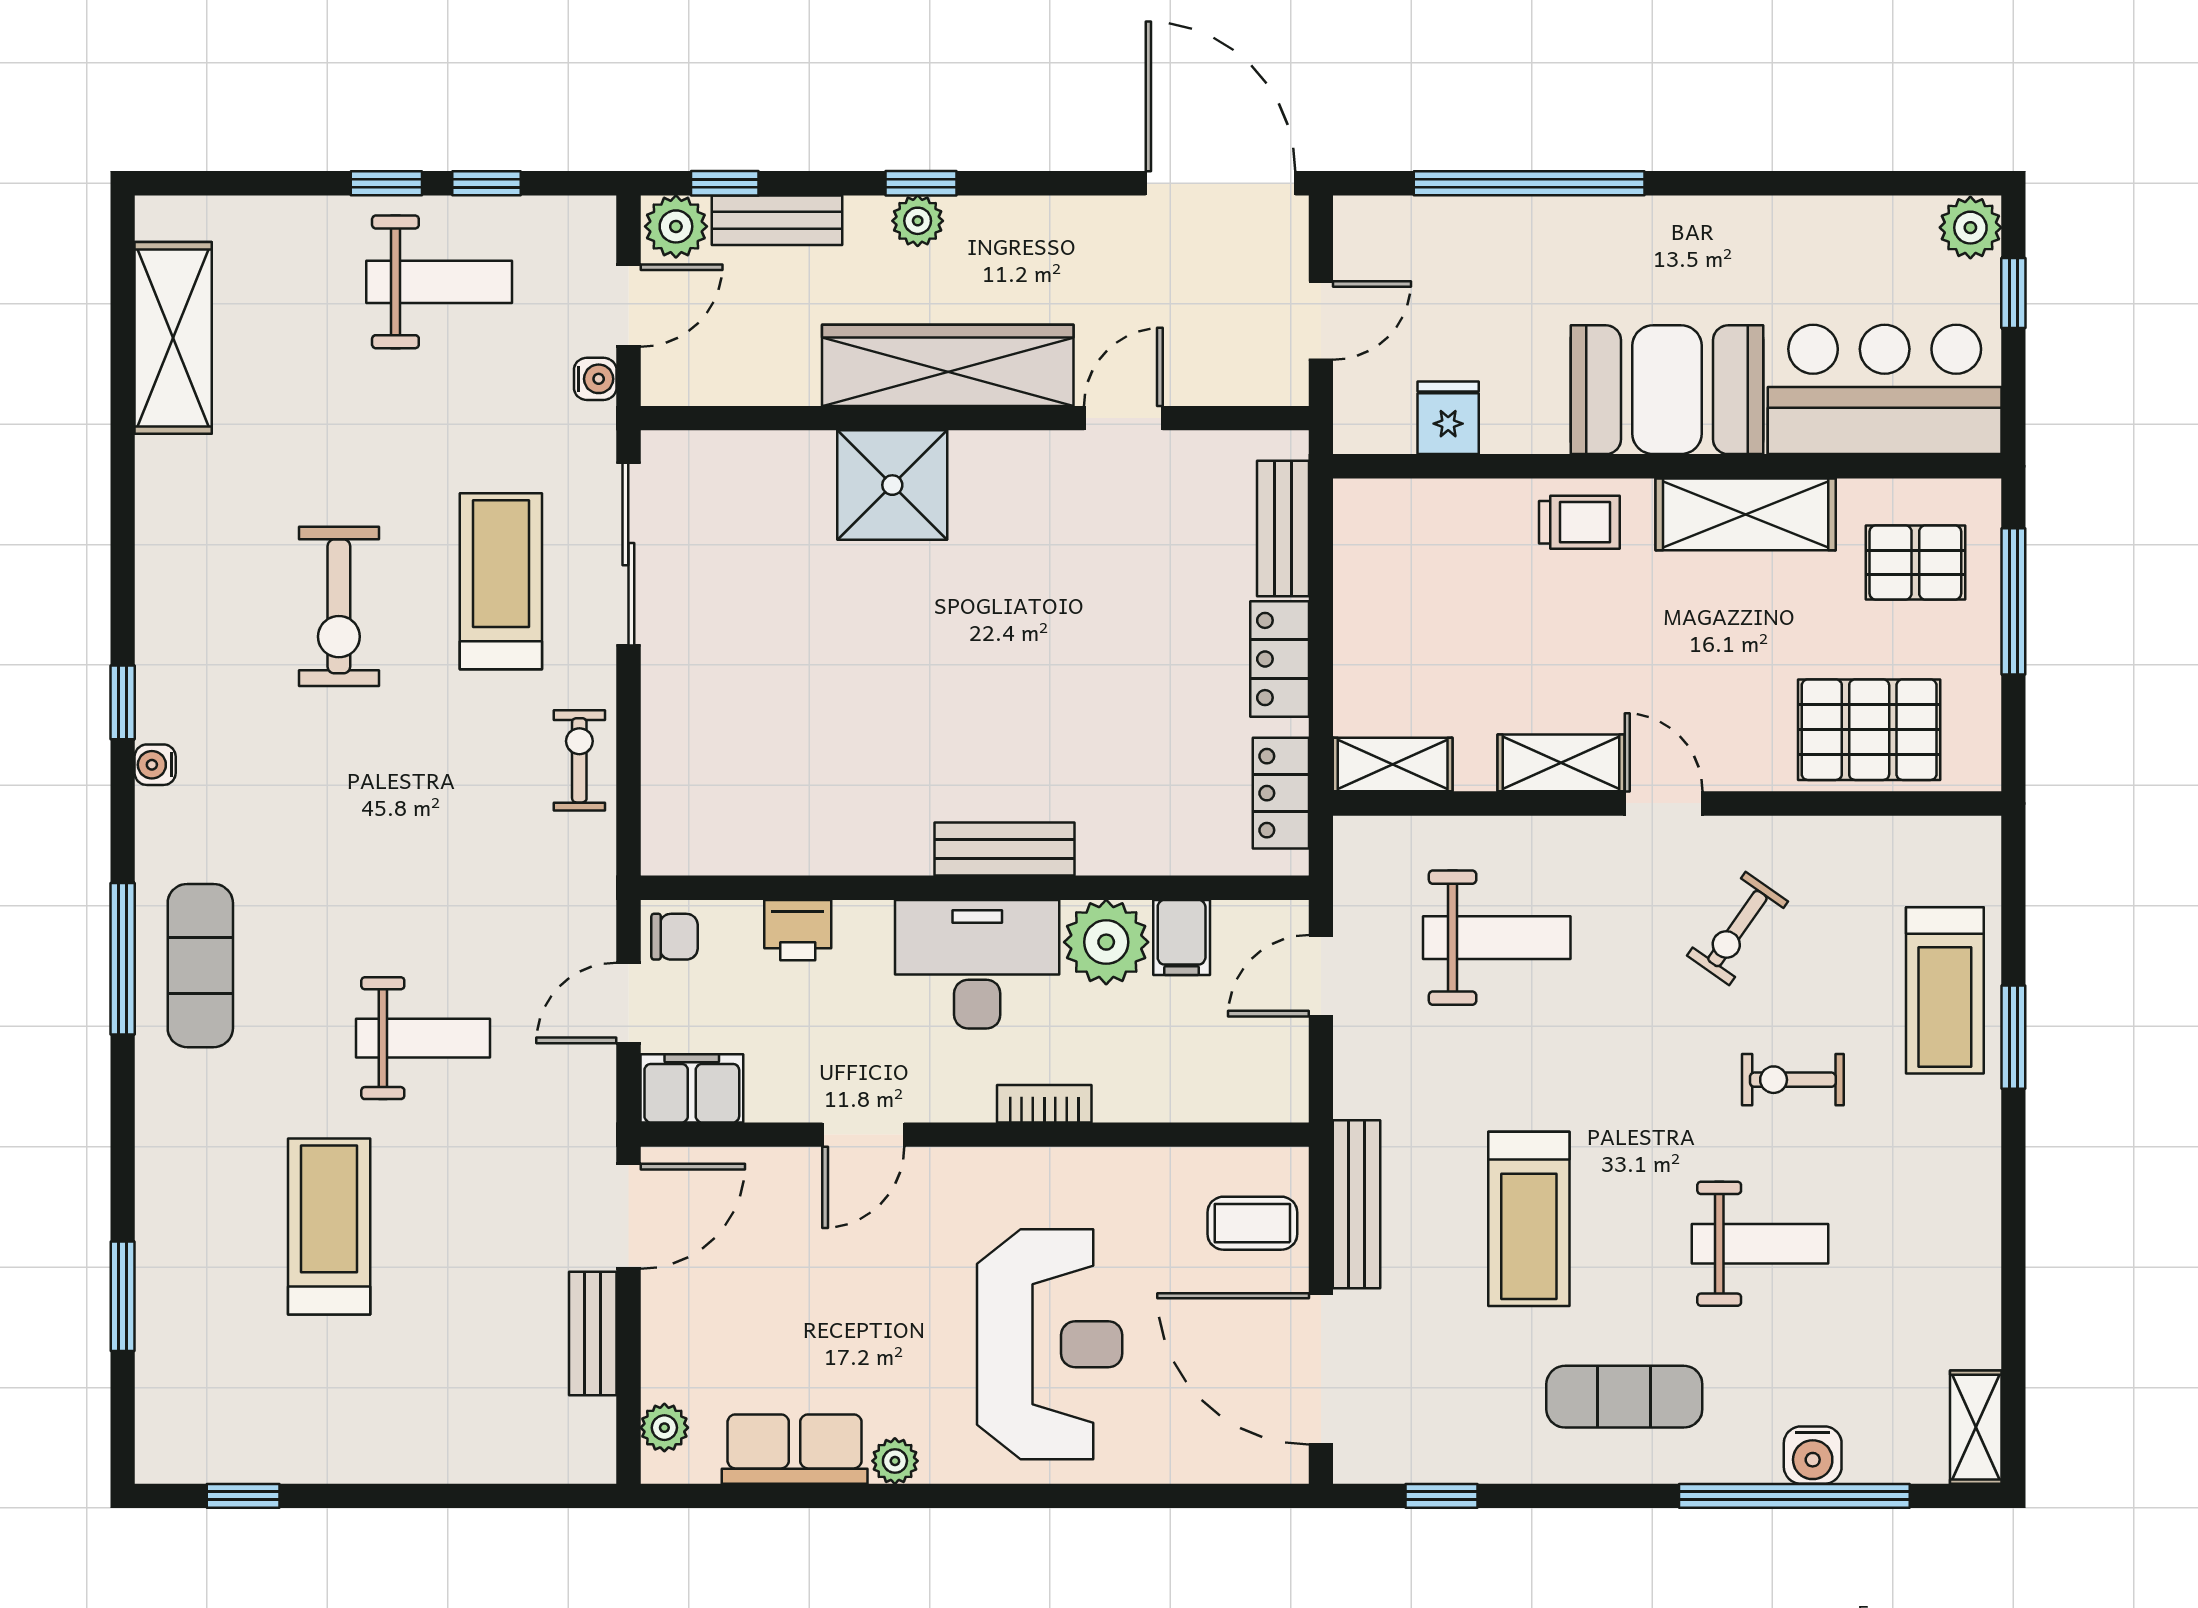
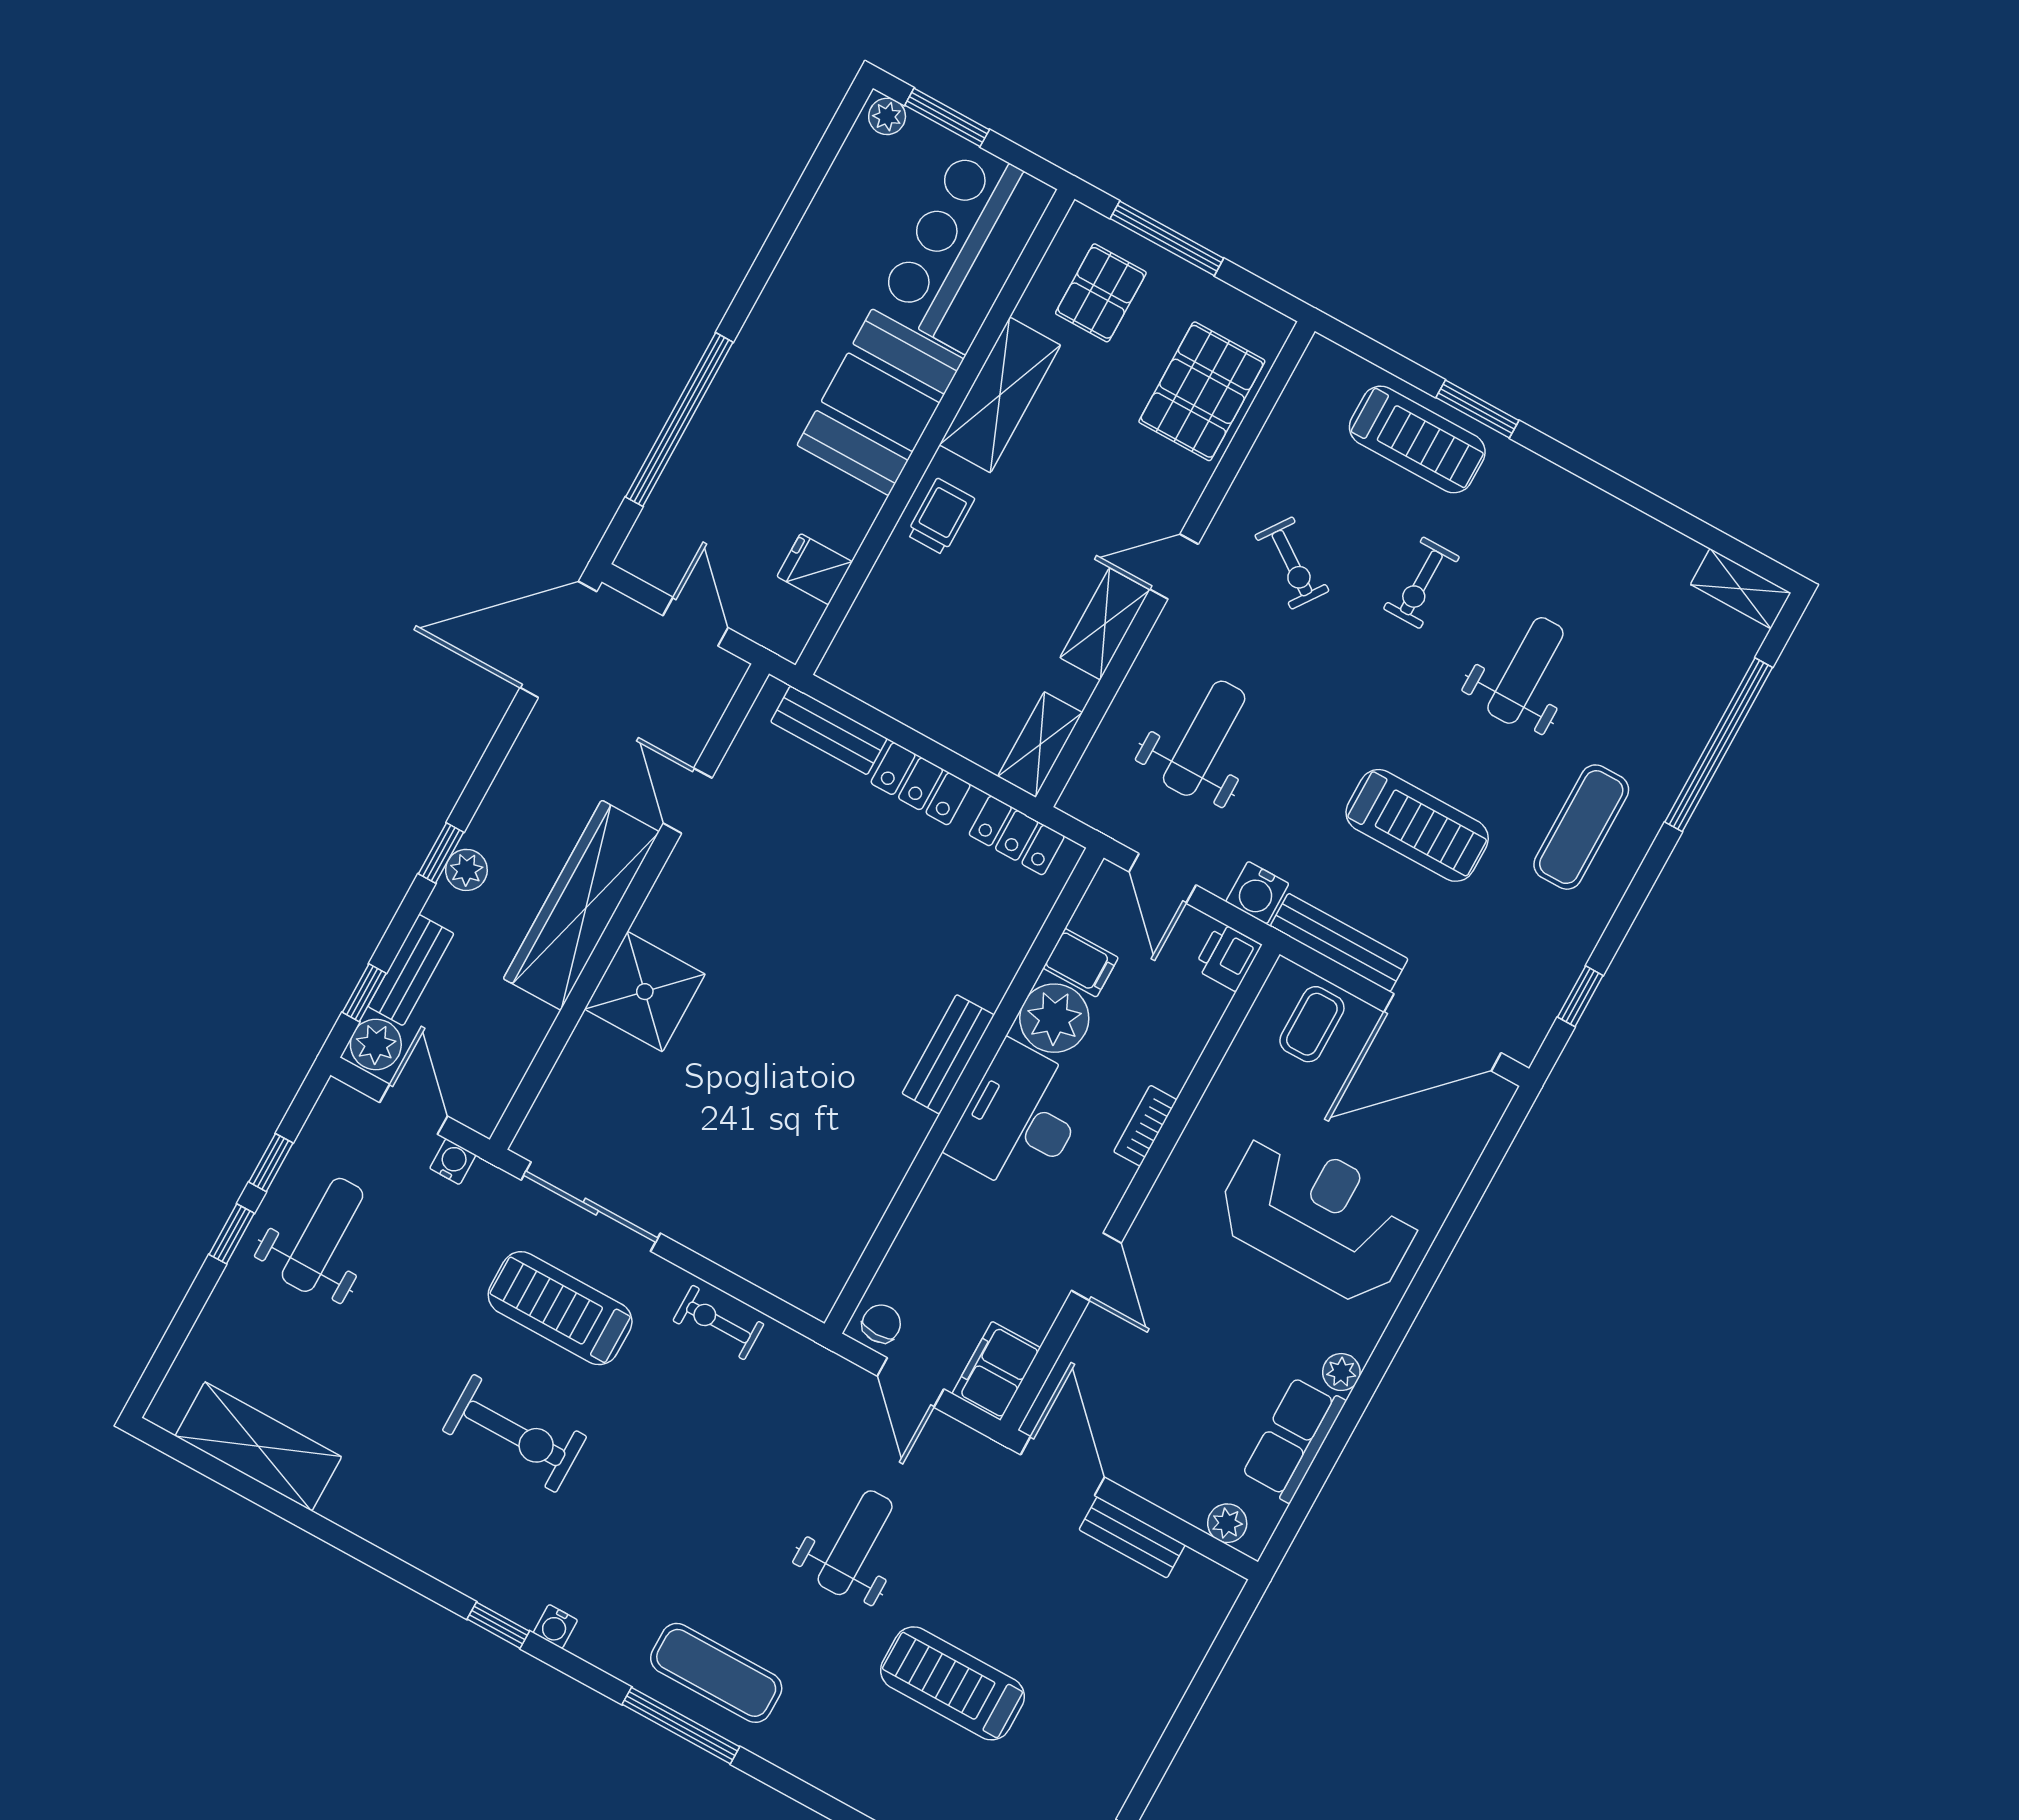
plant: (1970, 228) -> (887, 116), width x0.73, depth x0.73
window: (2013, 293) -> (947, 117), width x1.50
printer: (798, 930) -> (1228, 957), moved, turned 180
water cooler: (1813, 1455) -> (1257, 893), moved, turned 90

